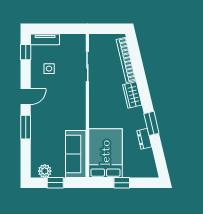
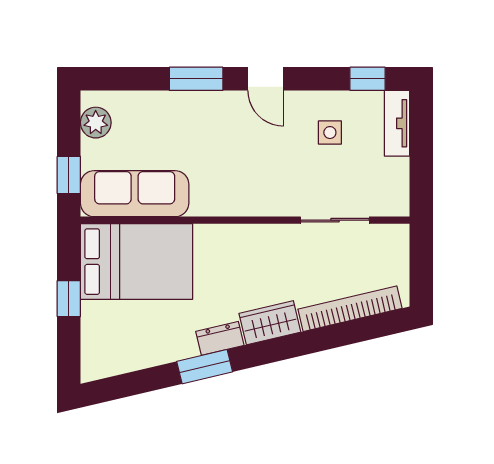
dresser: (144, 139) -> (220, 338), moved
window: (55, 183) -> (69, 175), moved

